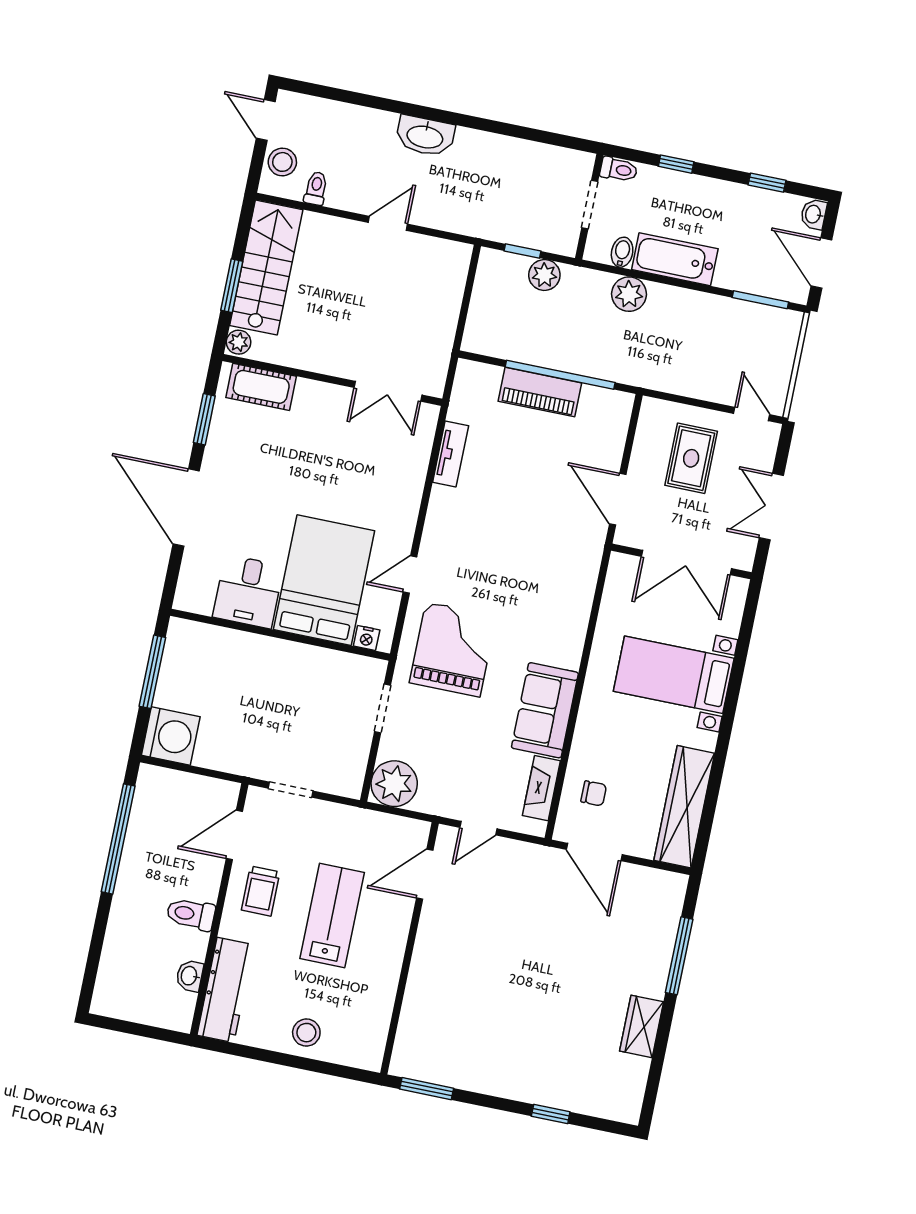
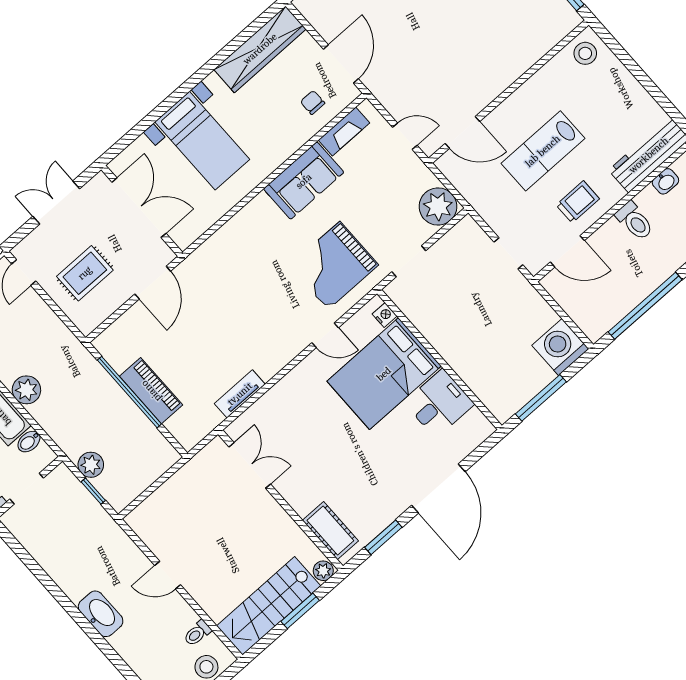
plant: (629, 294) -> (26, 390), moved
double door: (771, 507) -> (56, 202), swing flipped
stool: (306, 1033) -> (585, 53), moved

